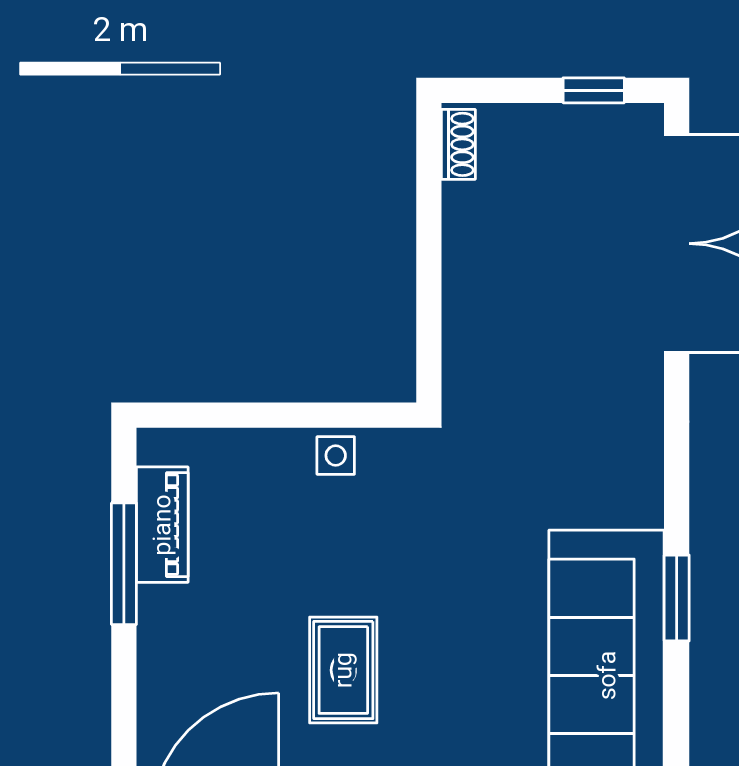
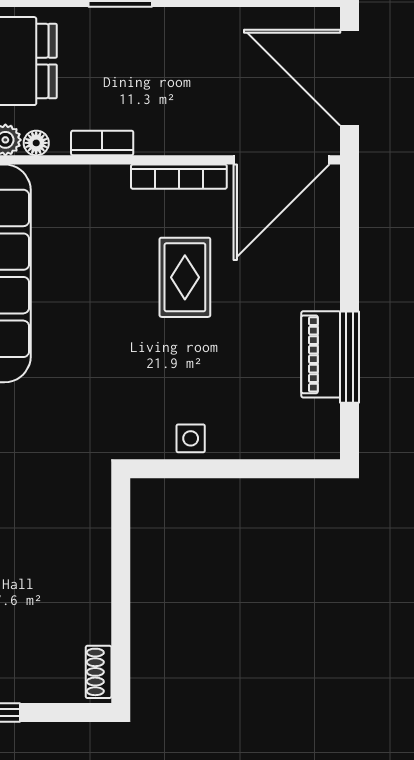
piano: (162, 525) -> (321, 354), moved

